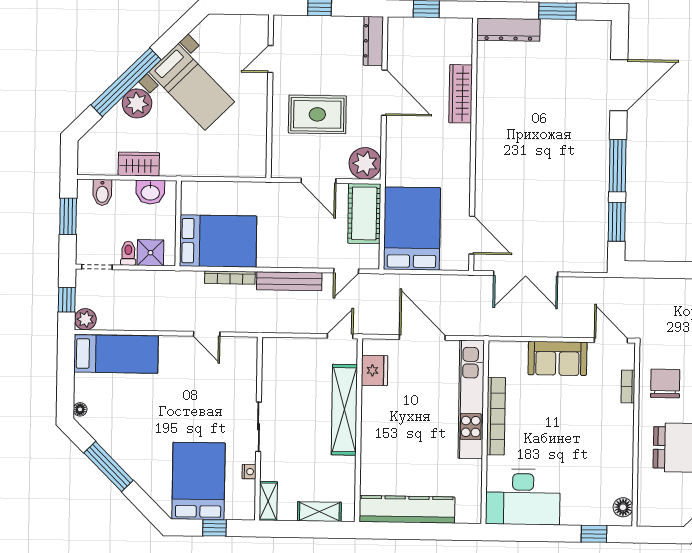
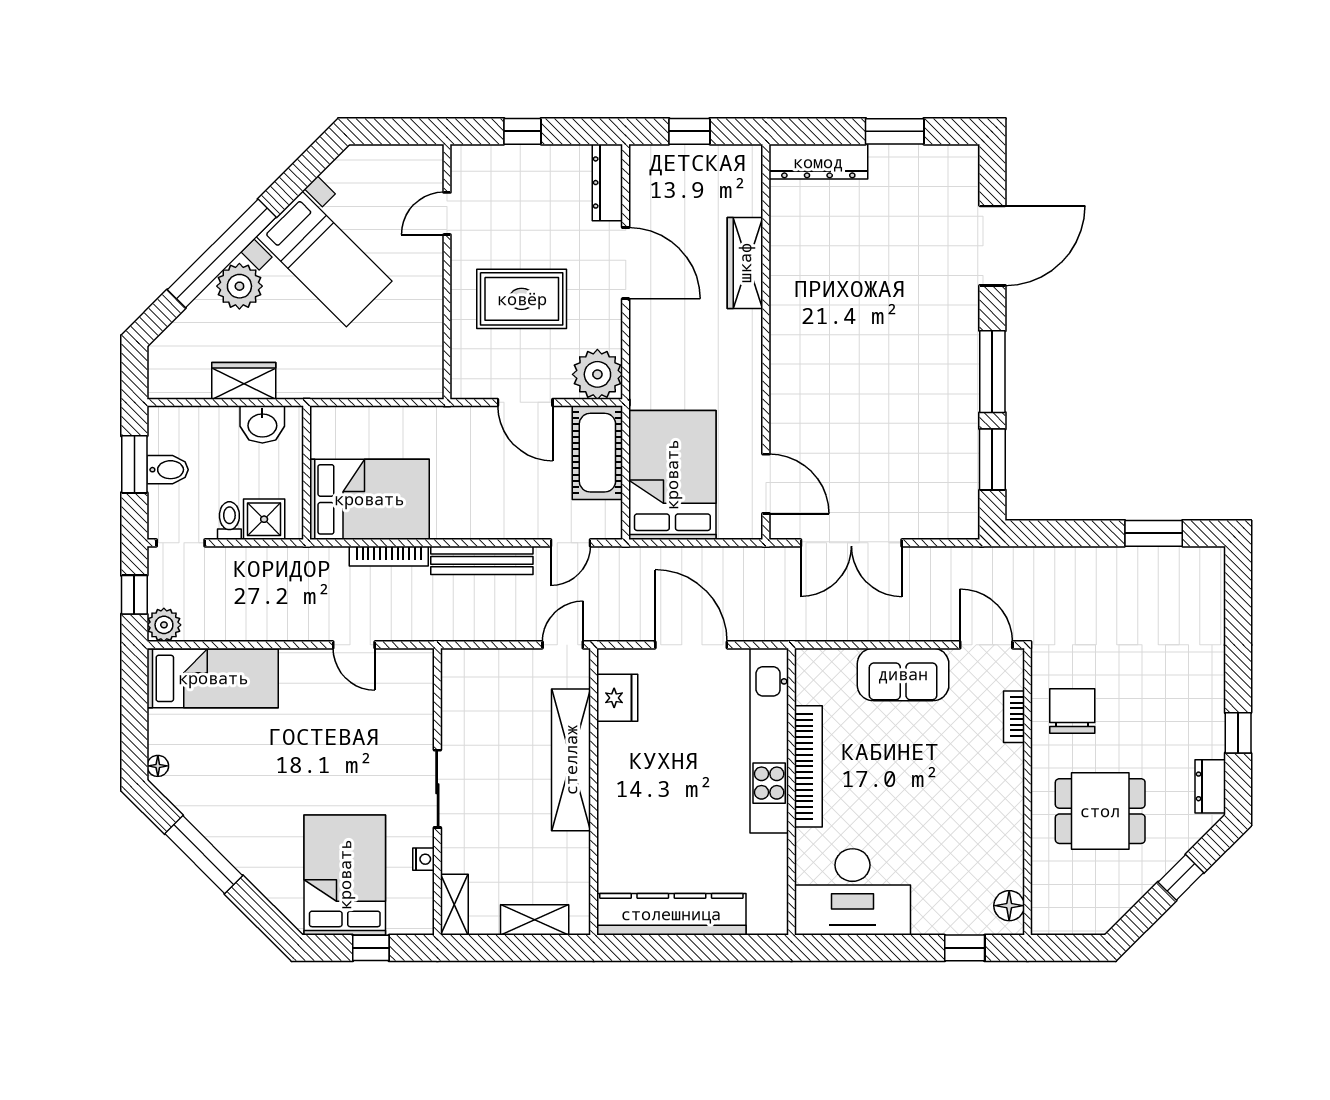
bidet: (102, 192) -> (168, 470), moved, turned -90

